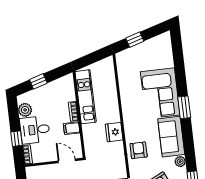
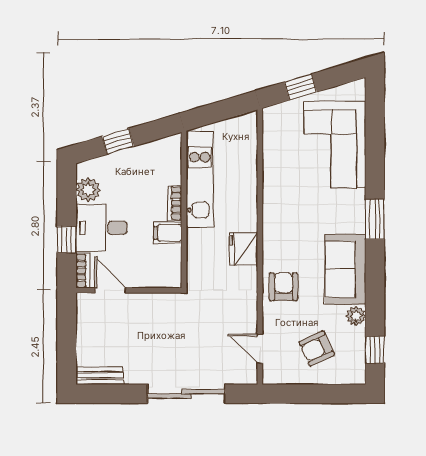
corner sofa: (160, 93) -> (335, 145), moved
door: (67, 161) -> (110, 290), moved

